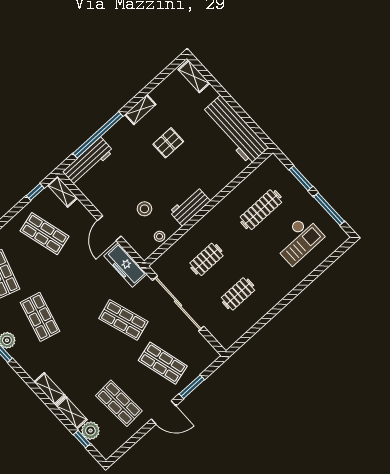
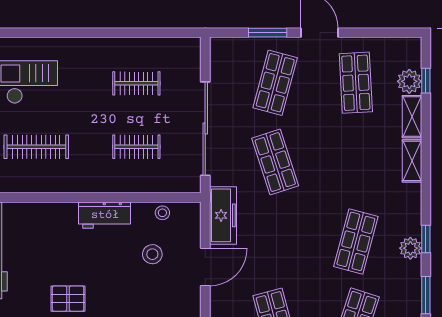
shop shelf: (163, 363) -> (275, 83), turned 30

